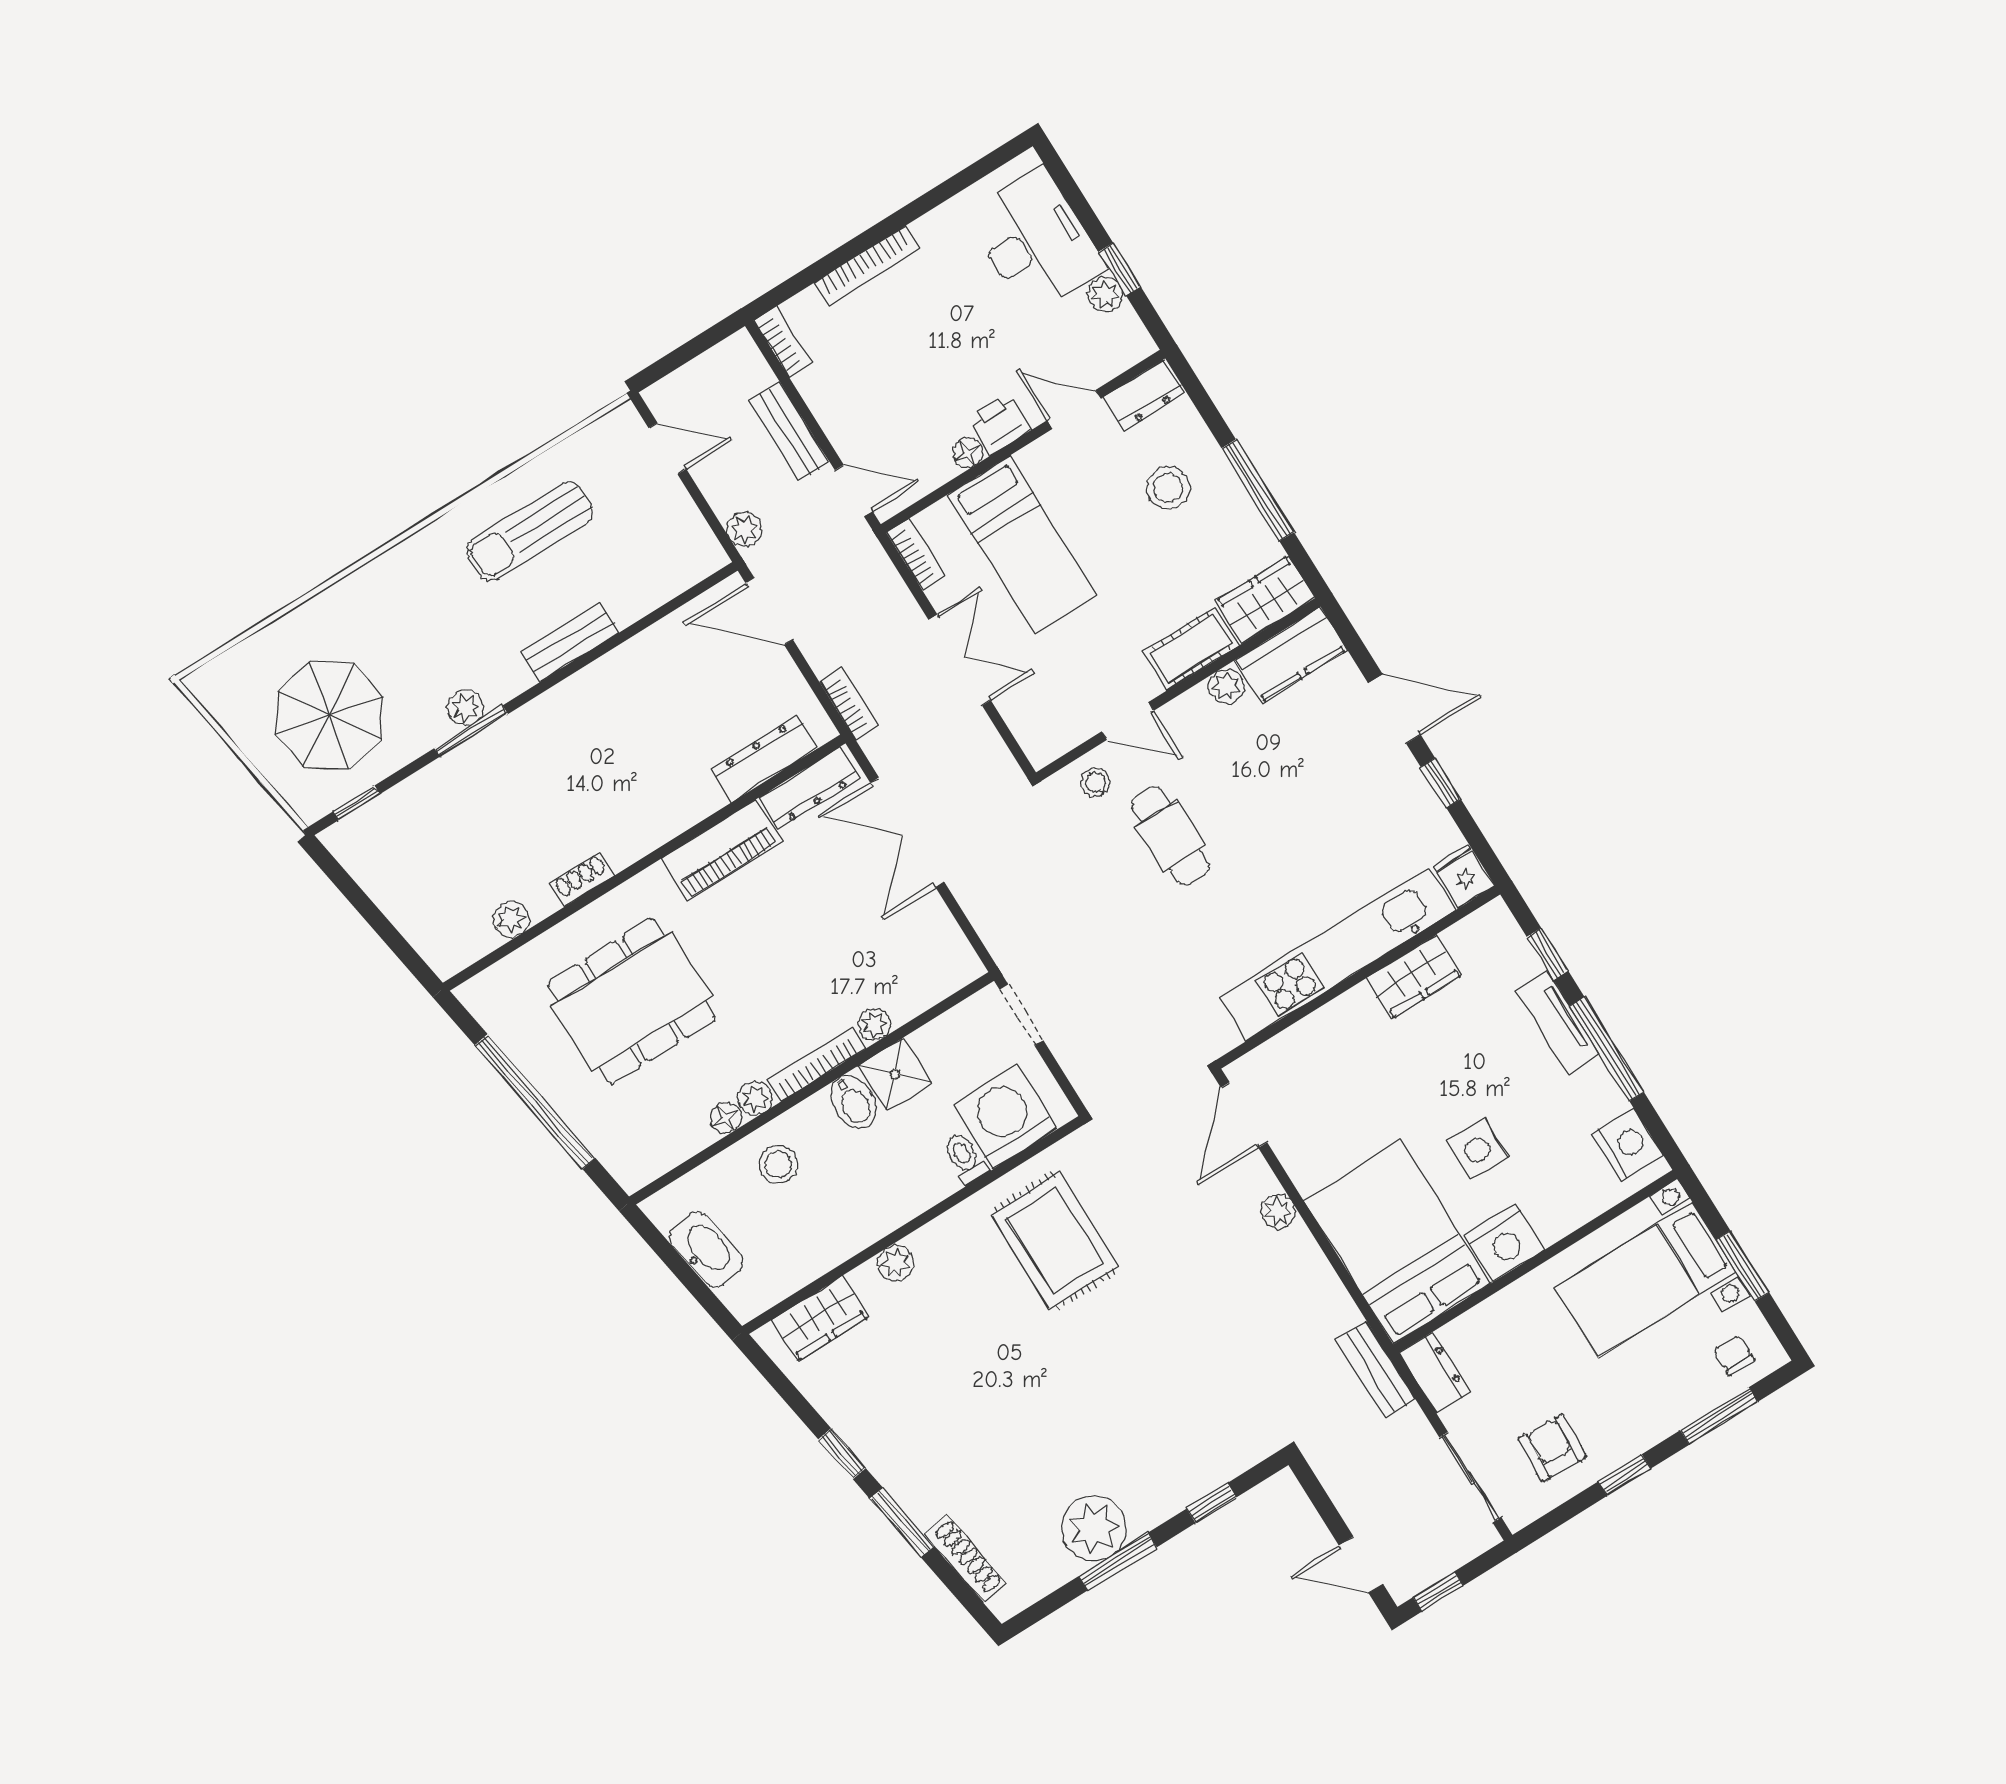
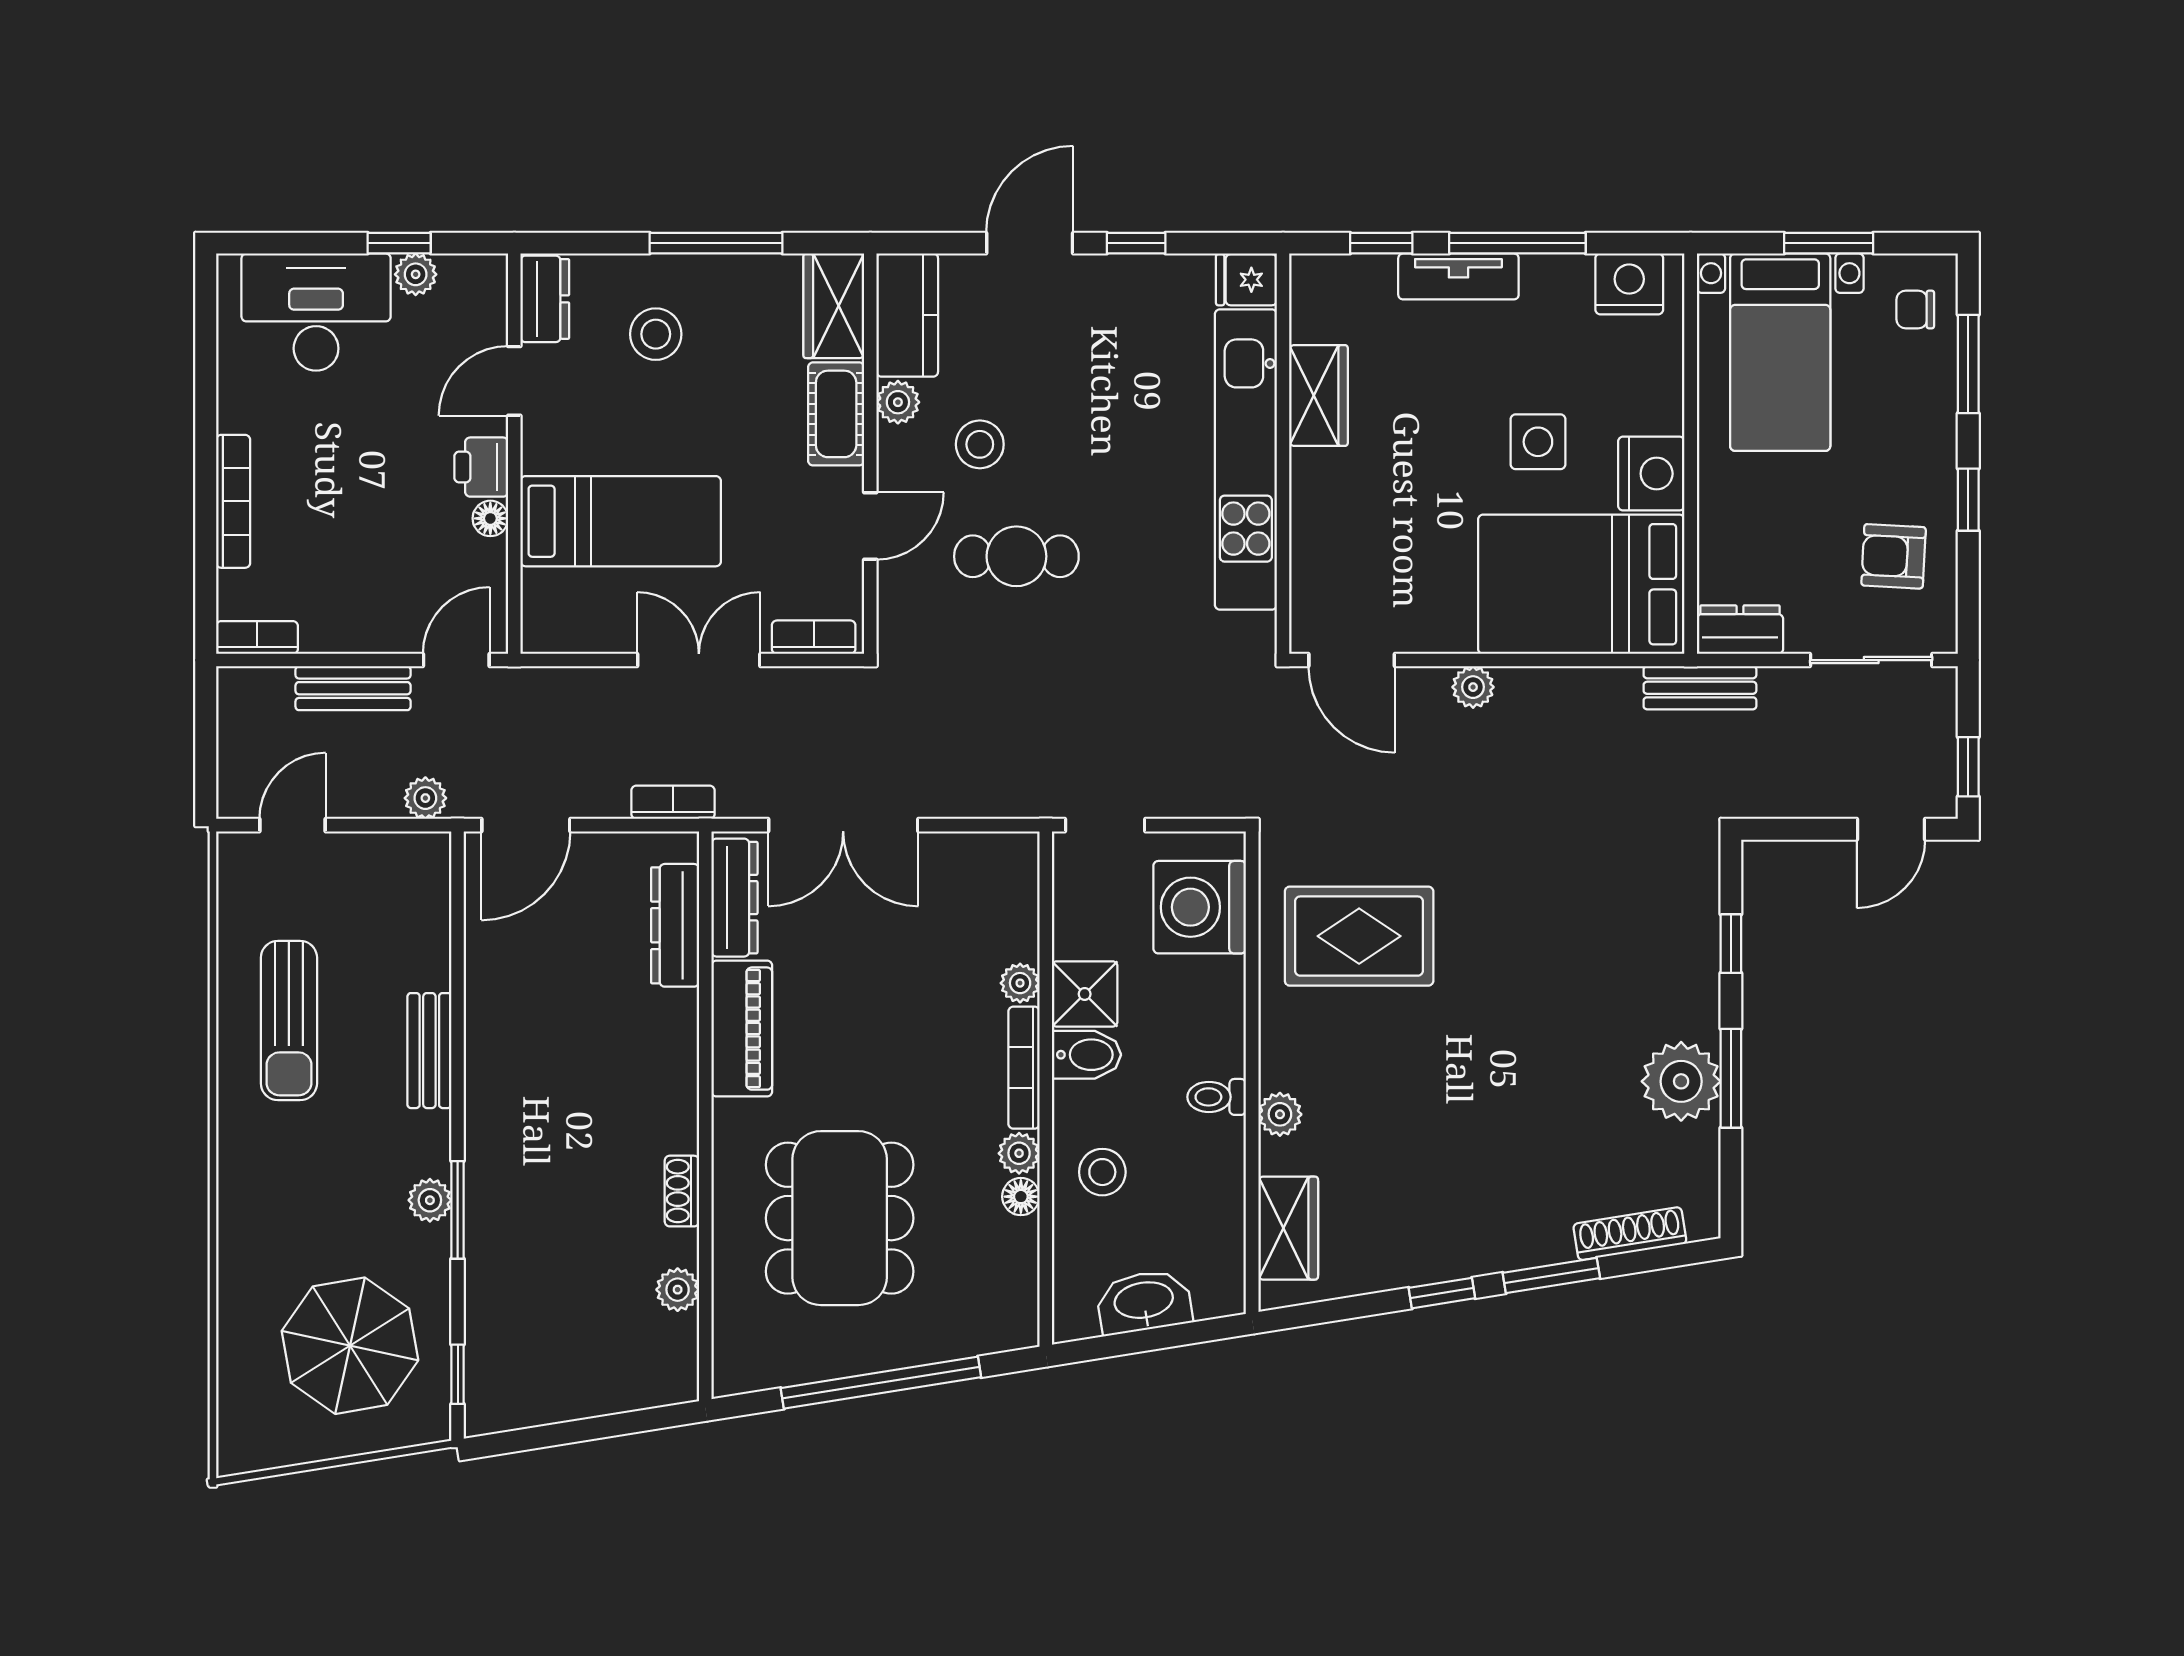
bookcase: (916, 555) -> (814, 637), moved
stool: (1096, 782) -> (980, 444), moved, width x1.37, depth x1.37
toilet: (965, 1158) -> (1217, 1097), moved

